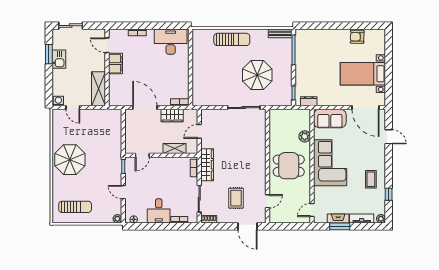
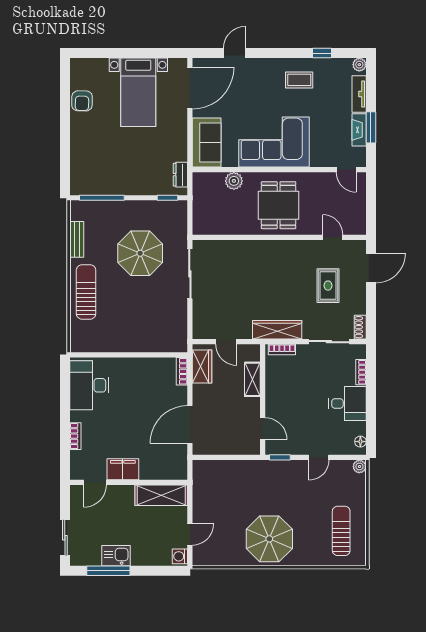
bench: (280, 33) -> (77, 239), moved
window: (49, 54) -> (108, 571), width x1.44
wardrobe: (172, 115) -> (202, 366), moved
rug: (236, 198) -> (328, 286), turned 90

